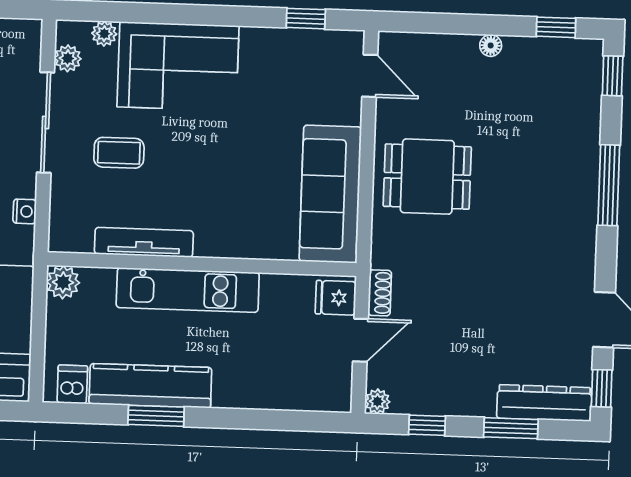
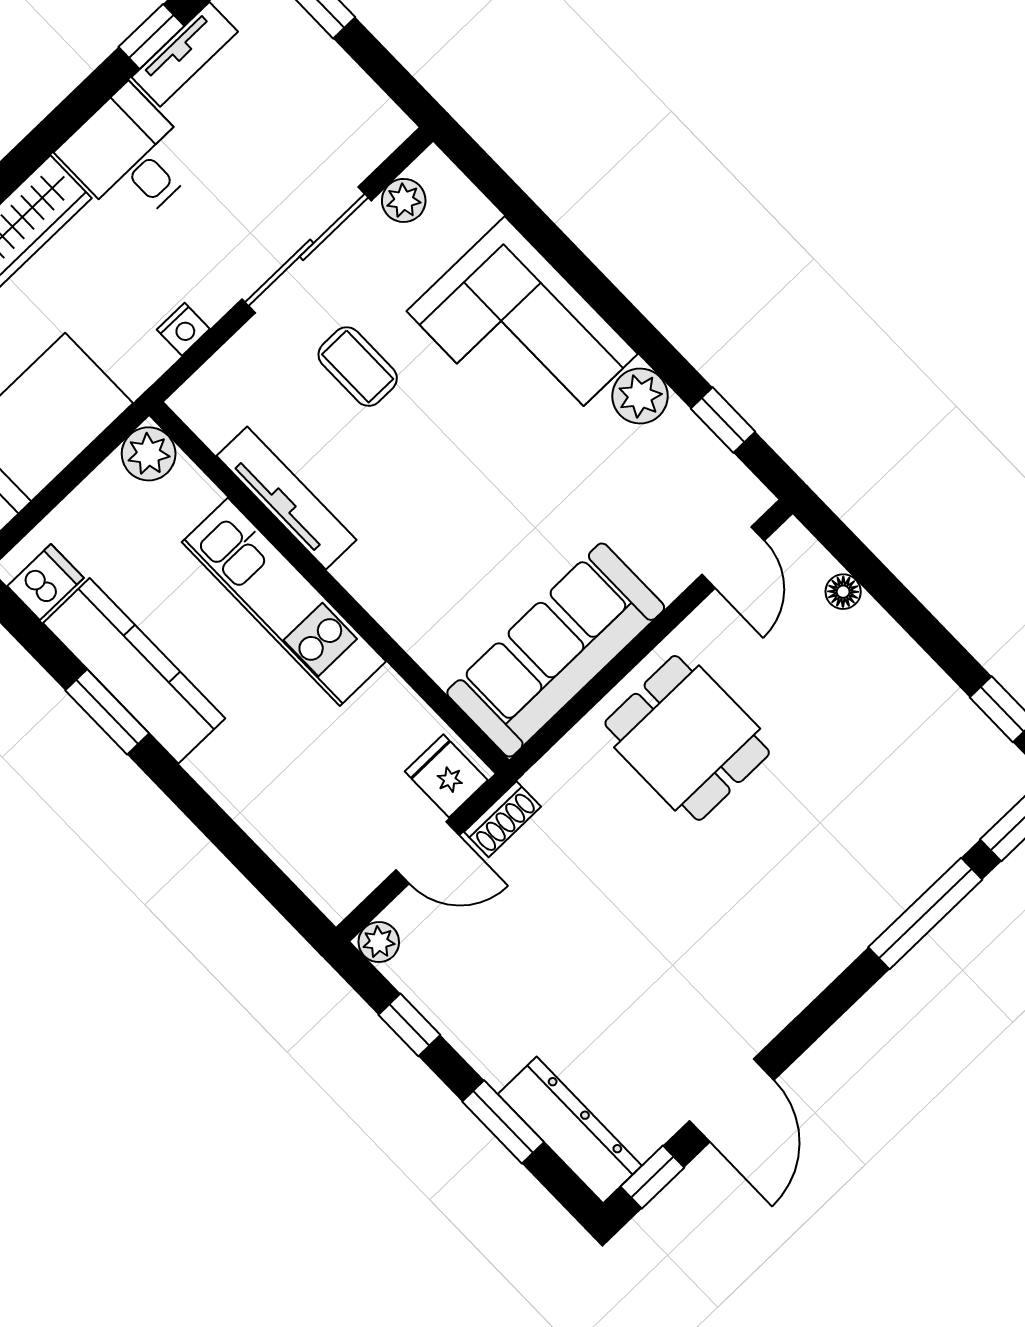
plant: (104, 34) -> (640, 396), moved, width x1.38, depth x1.38
floor lamp: (491, 45) -> (843, 592), moved
window: (609, 185) -> (925, 913), moved

